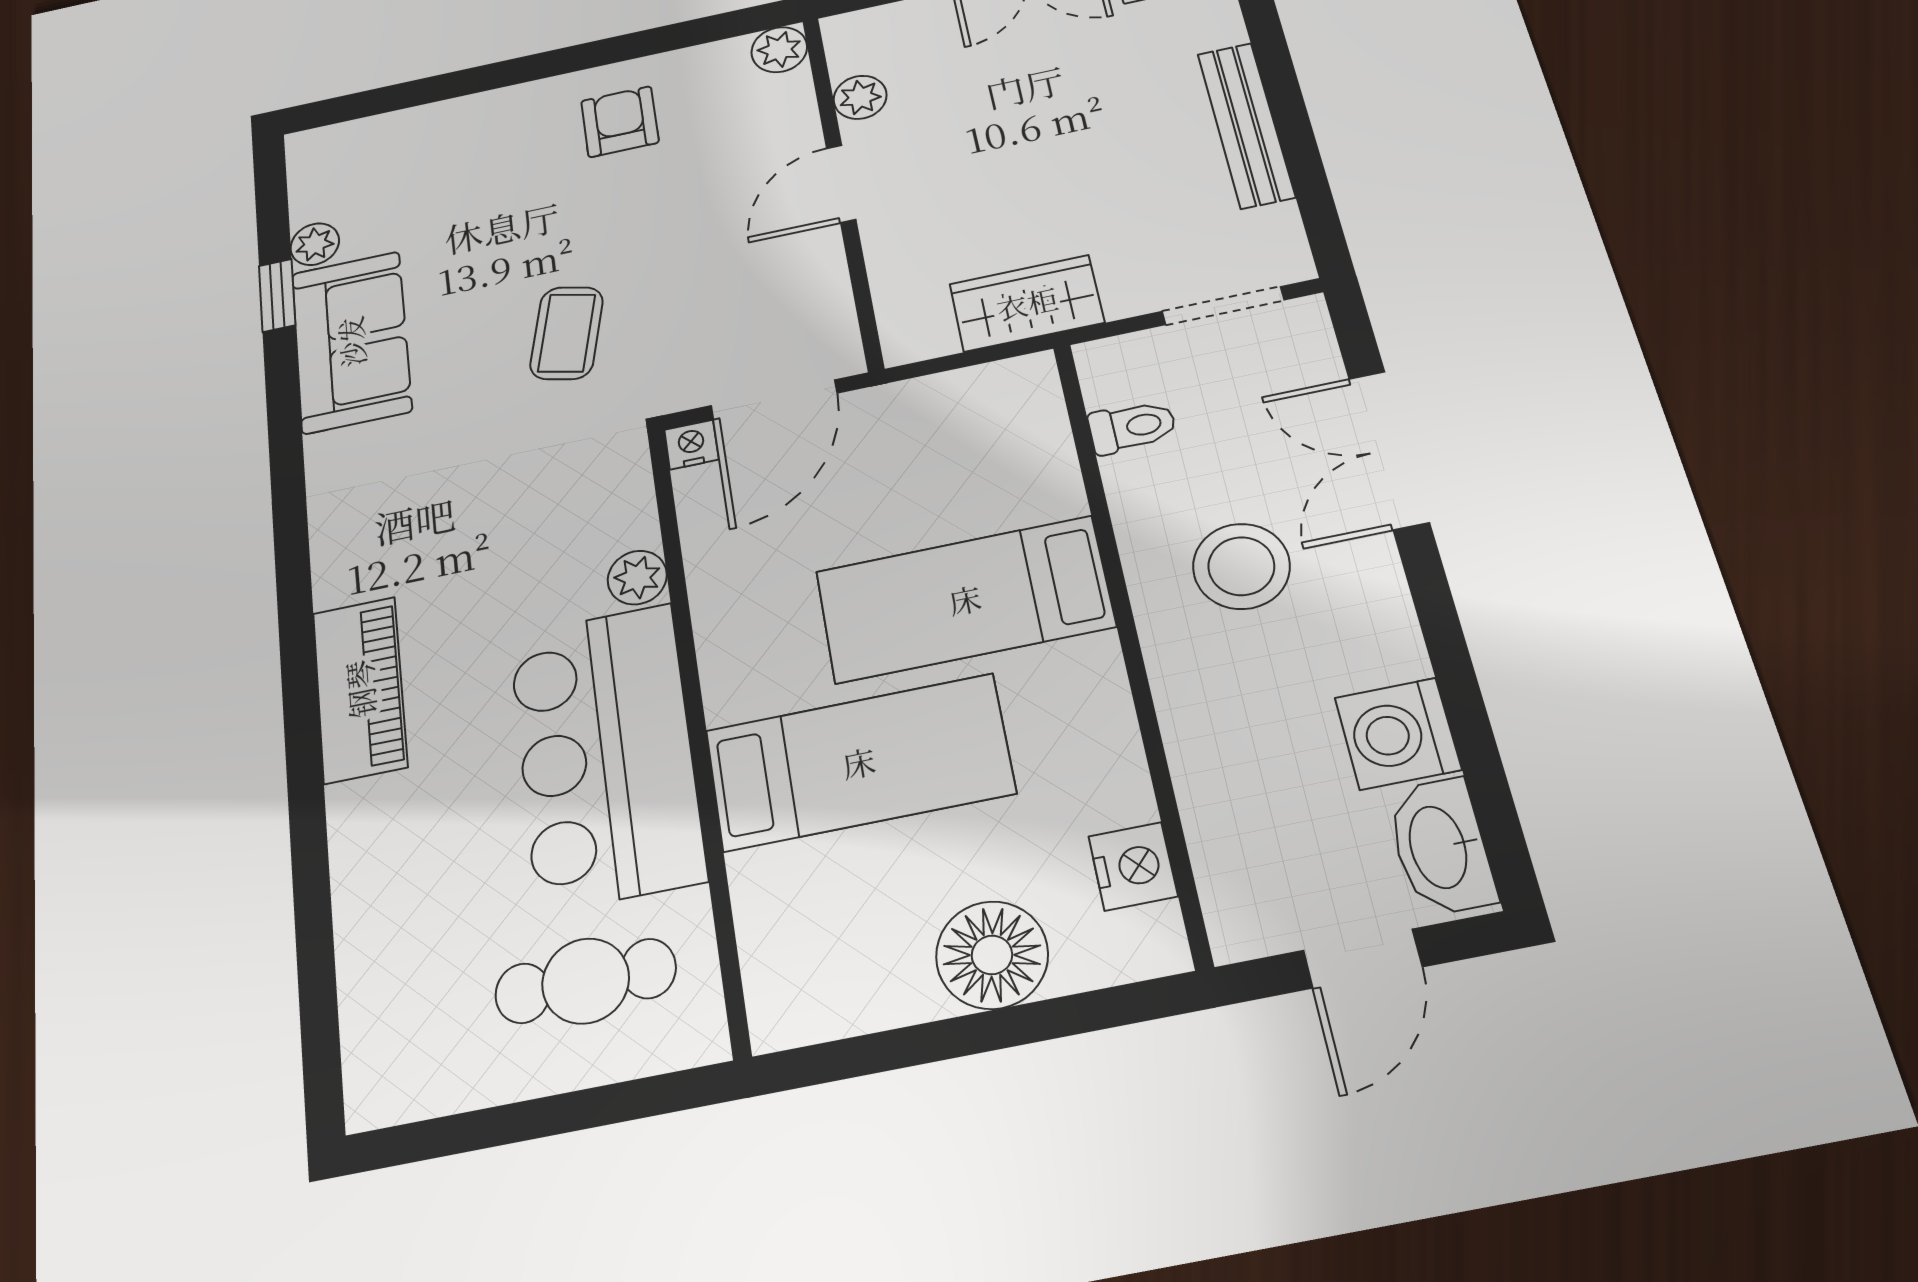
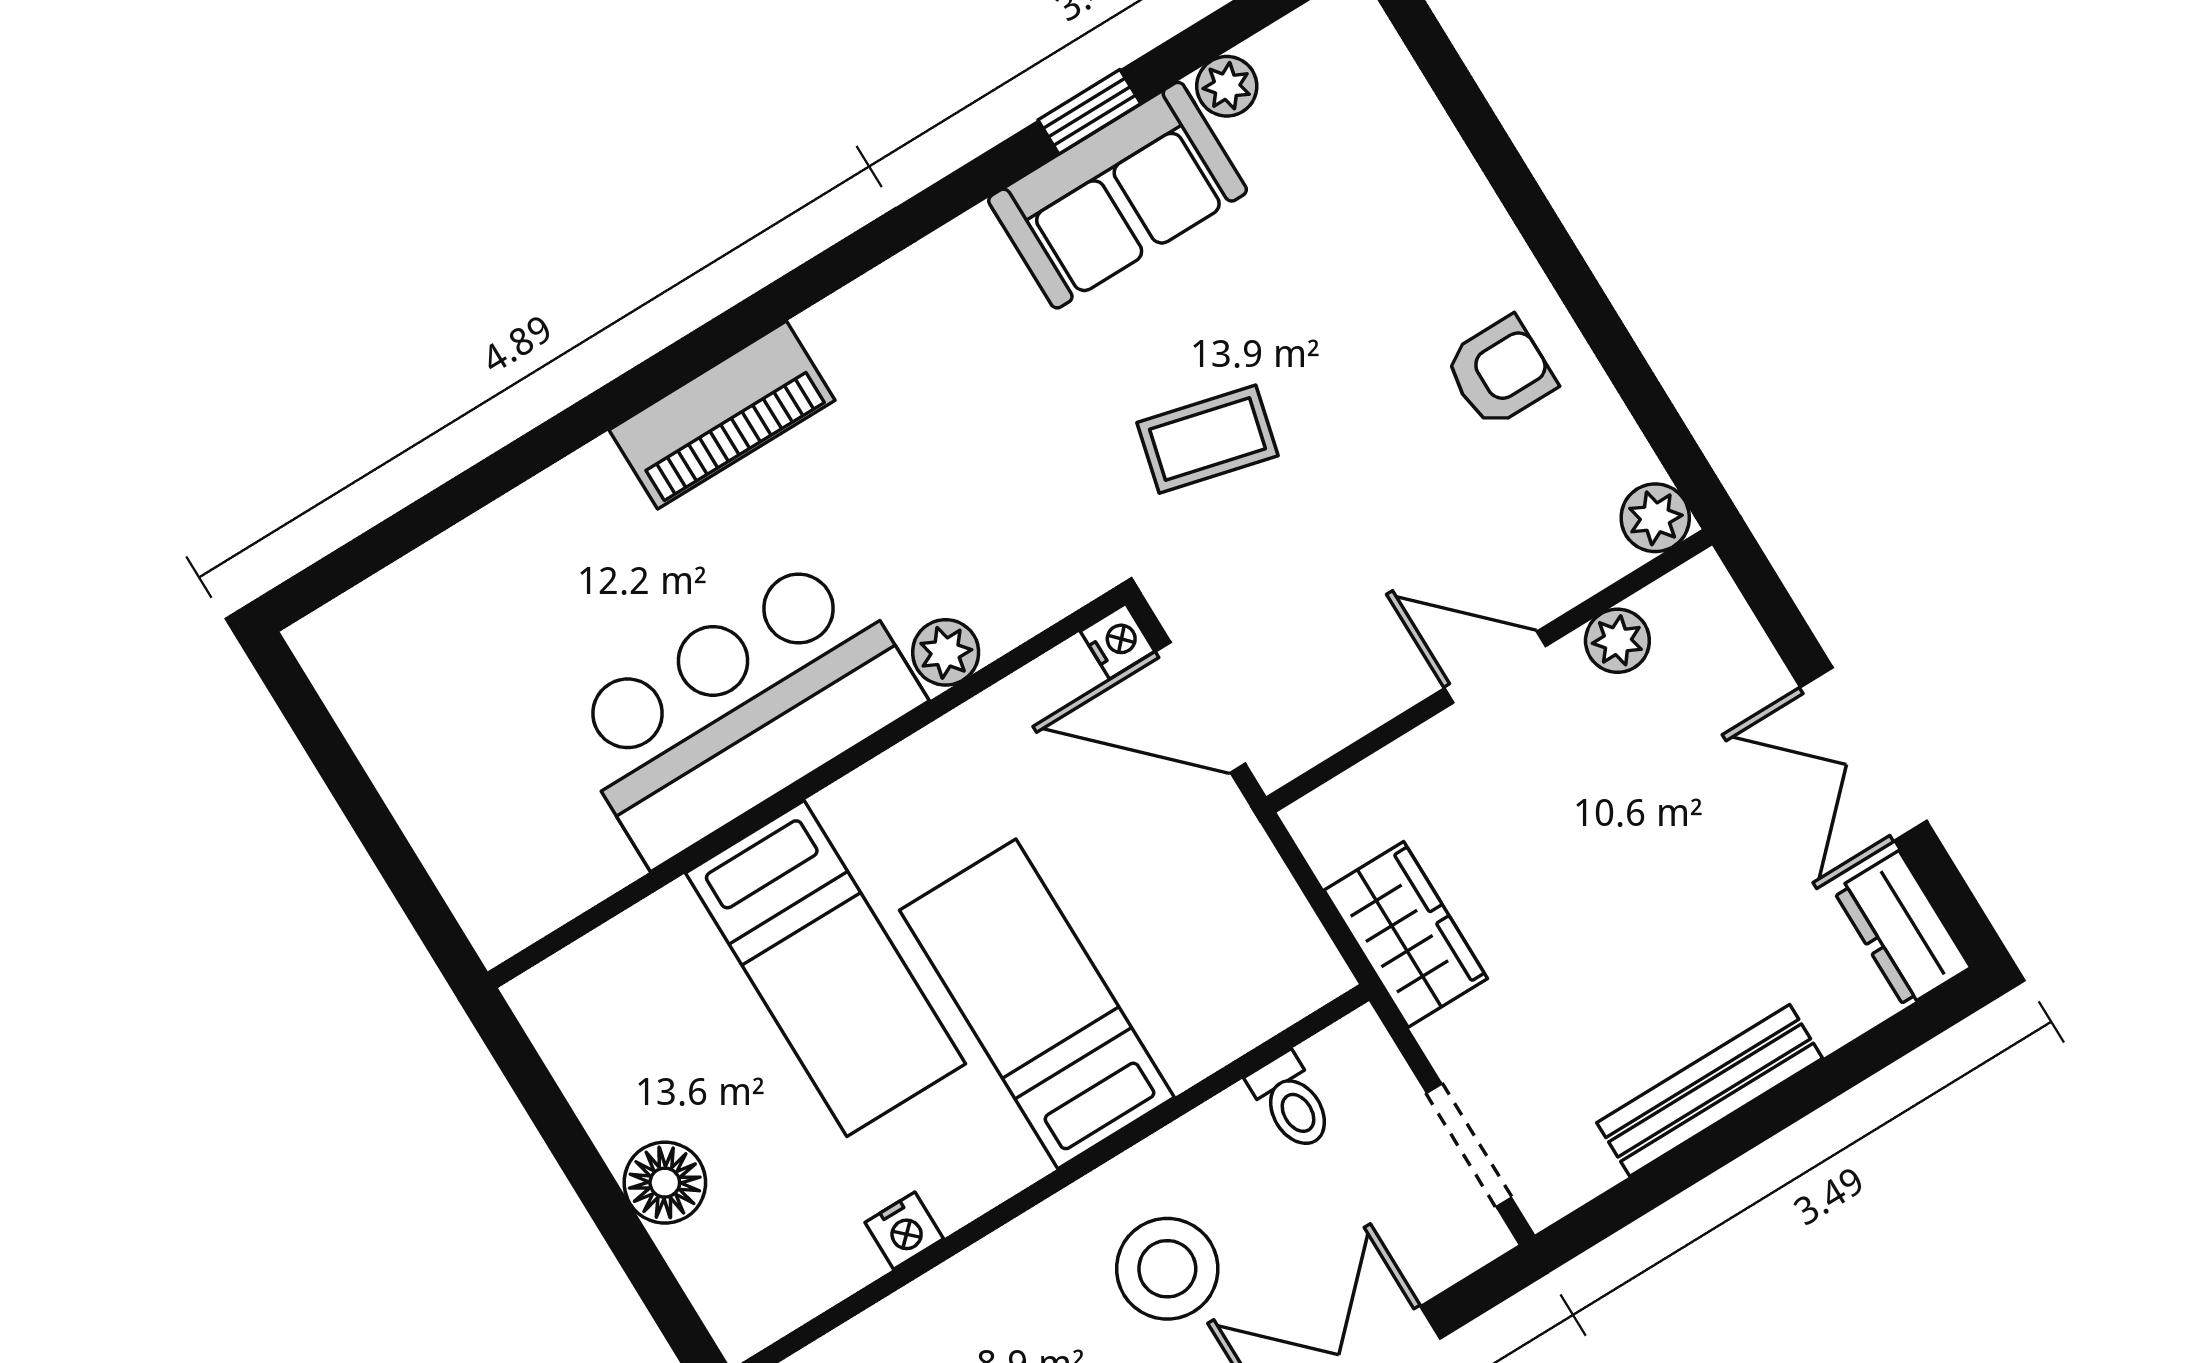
window: (277, 295) -> (1089, 112), moved
nightstand: (1133, 866) -> (904, 1231), moved, width x0.72, depth x0.74
floor lamp: (992, 955) -> (665, 1183), width x0.73, depth x0.73
cafe table: (586, 981) -> (510, 795), removed

